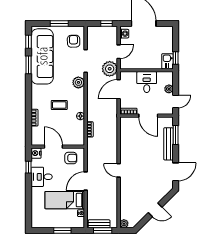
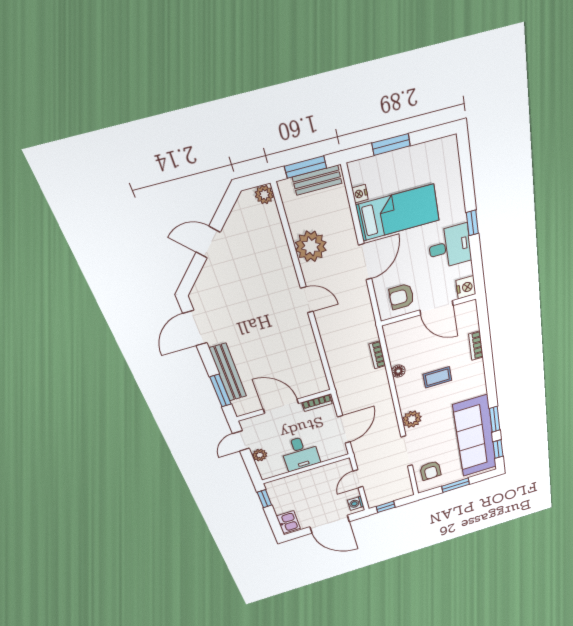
kitchen sink: (167, 61) -> (288, 522), moved
plant: (110, 69) -> (311, 246), moved
window: (28, 167) -> (472, 223), moved

